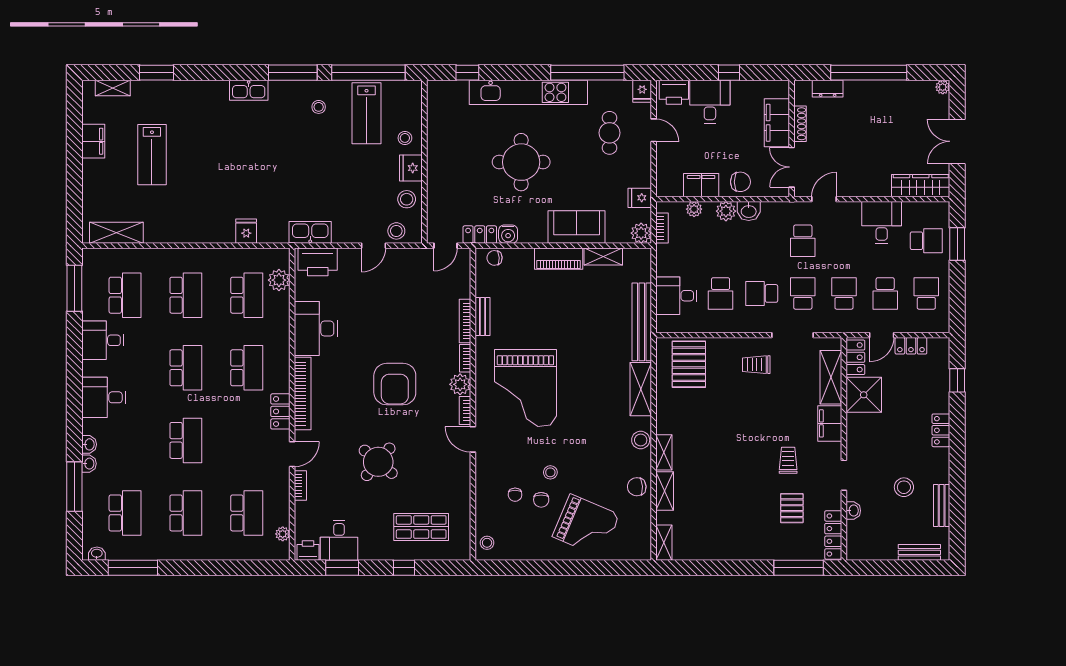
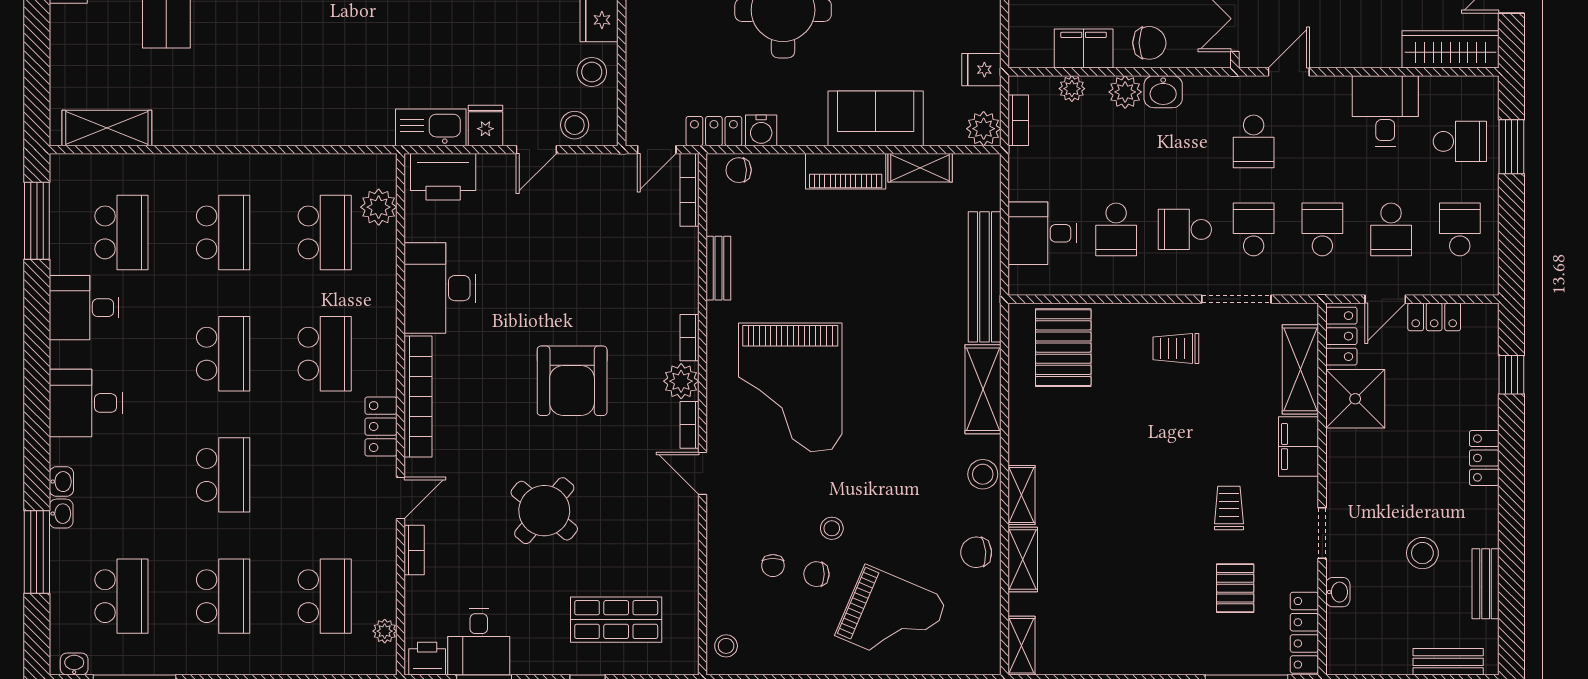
fridge: (246, 231) -> (485, 125), moved
bookcase: (465, 321) -> (689, 190), moved
chair: (541, 500) -> (816, 574), turned 91

